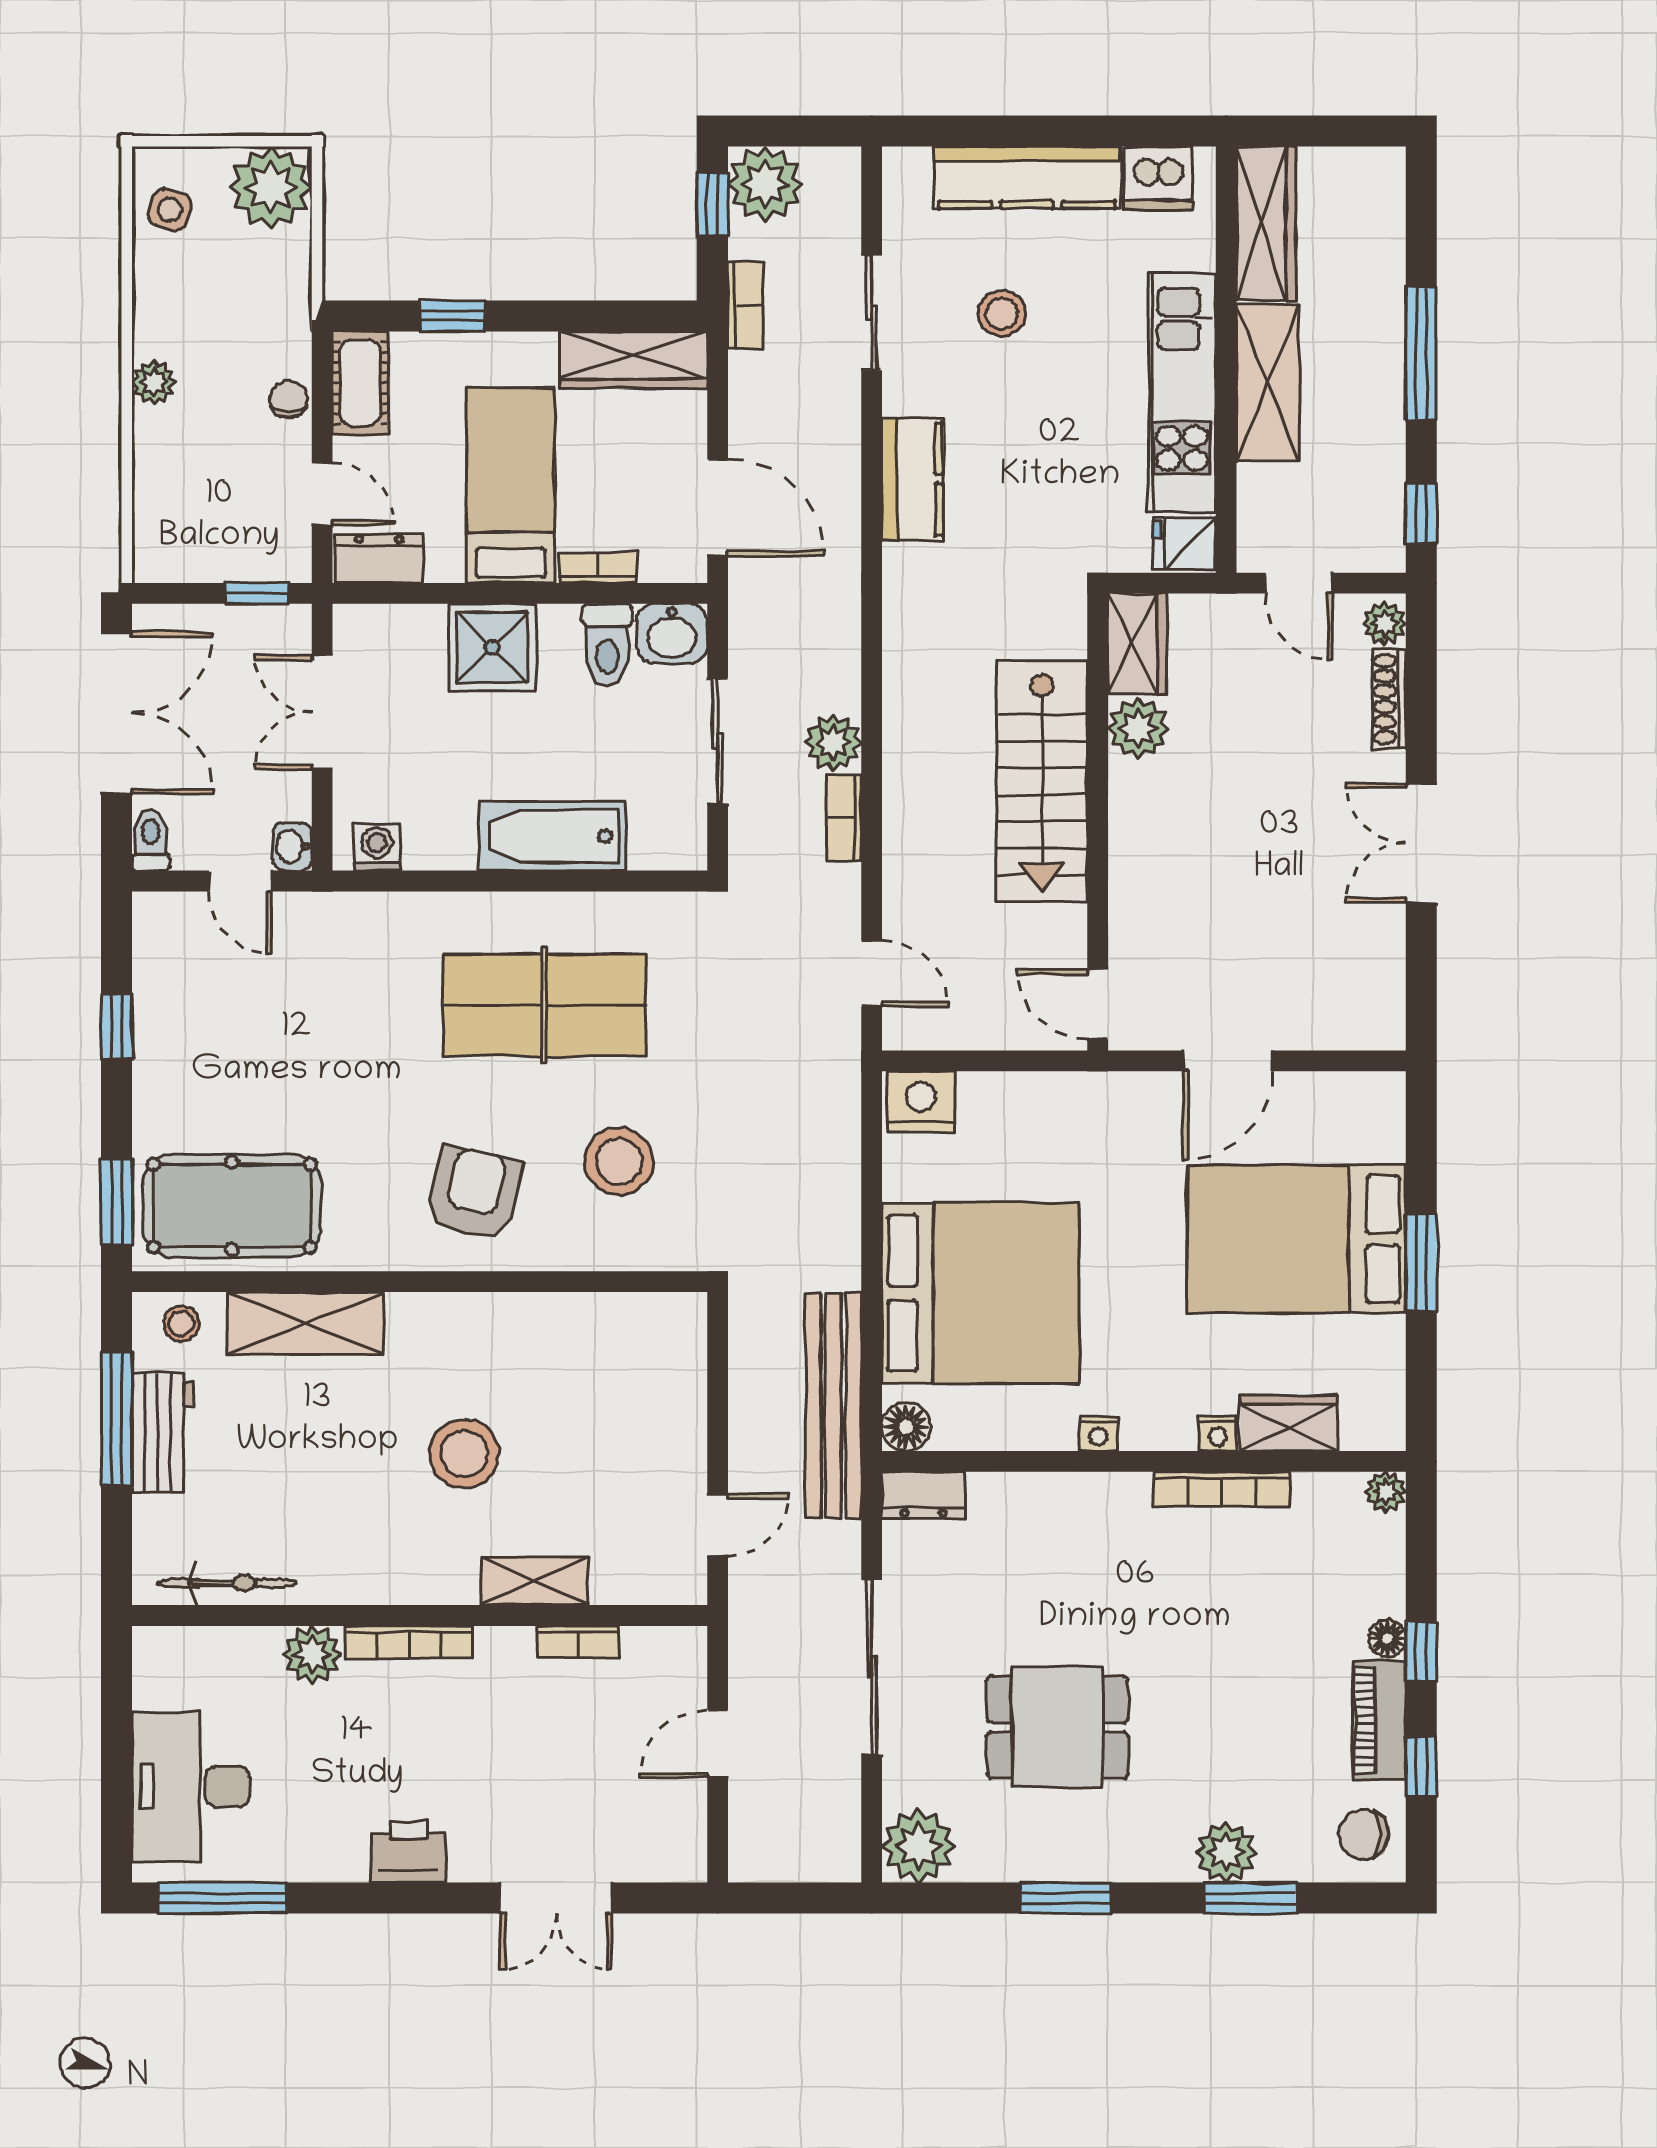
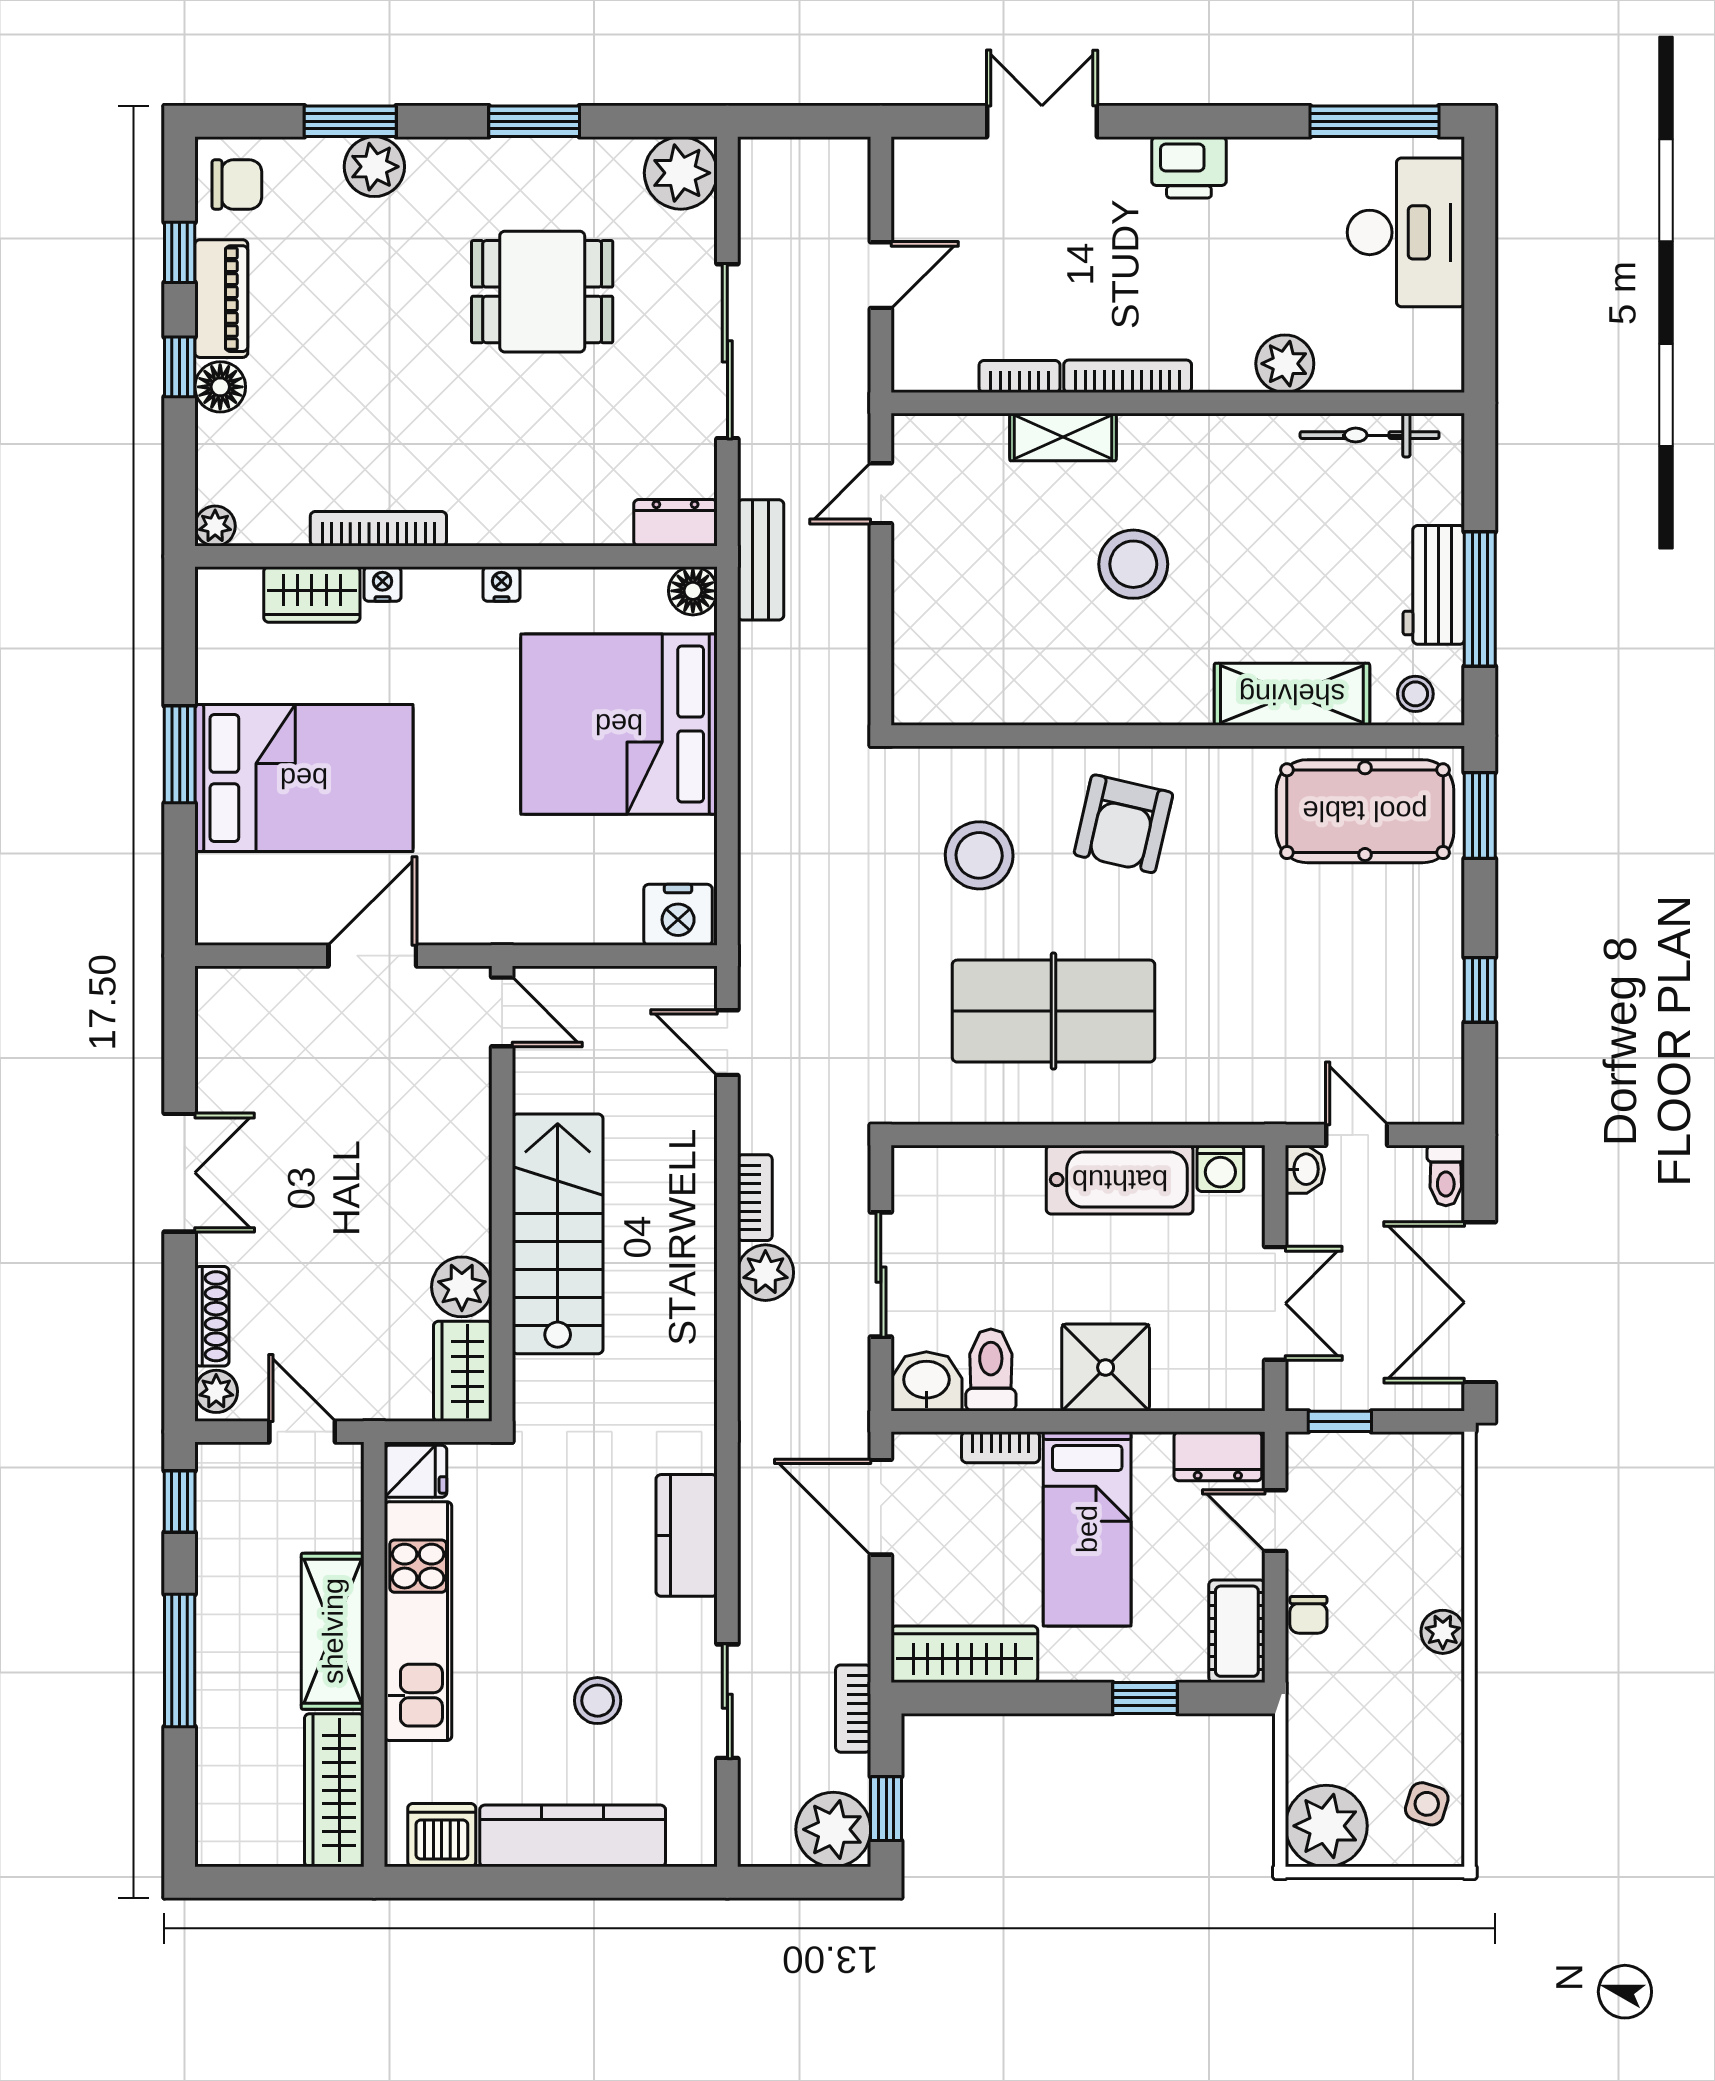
bathtub: (552, 836) -> (1120, 1180), moved
bench: (833, 1406) -> (761, 560), width x0.54, depth x0.82
floor lamp: (1387, 1638) -> (220, 387), width x1.37, depth x1.37
bookcase: (409, 1642) -> (1128, 376), moved

